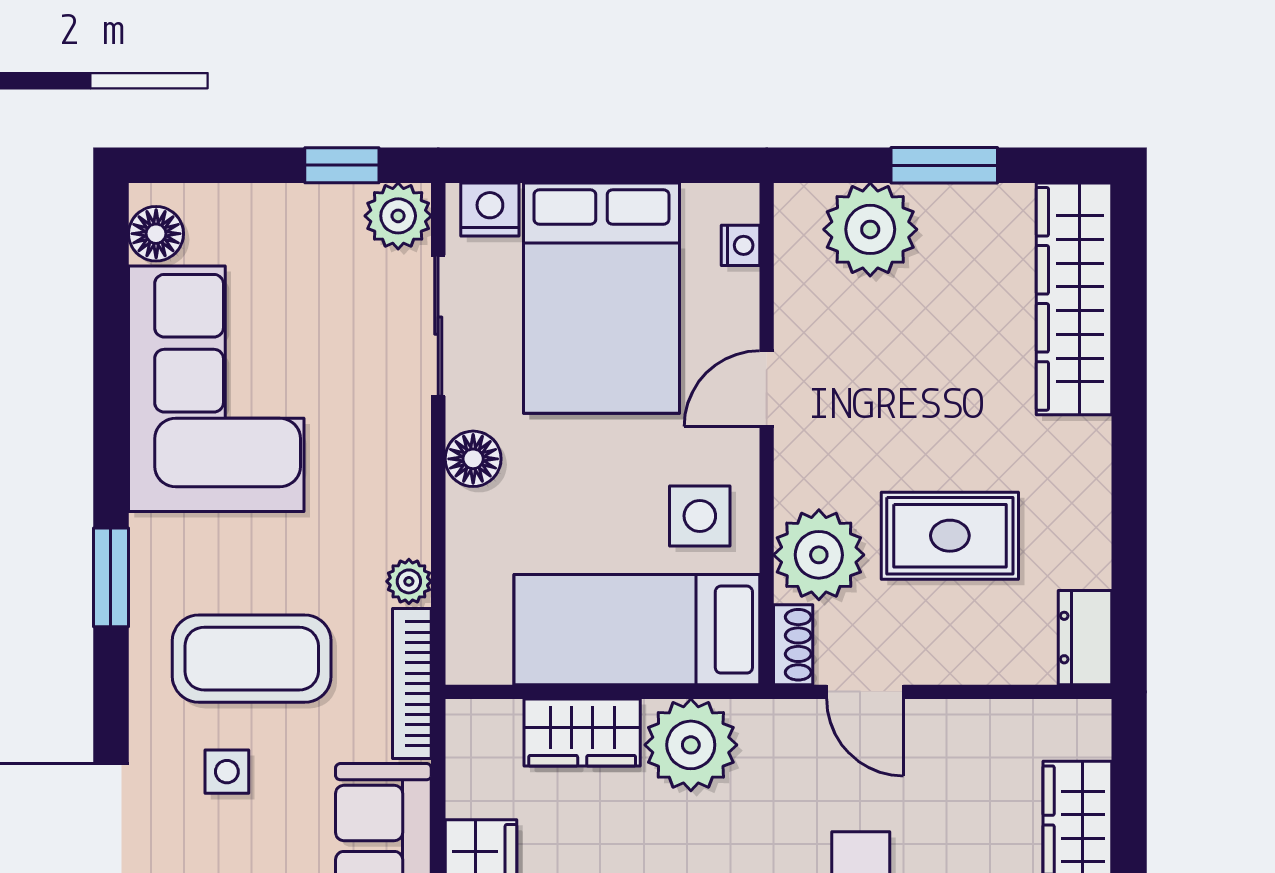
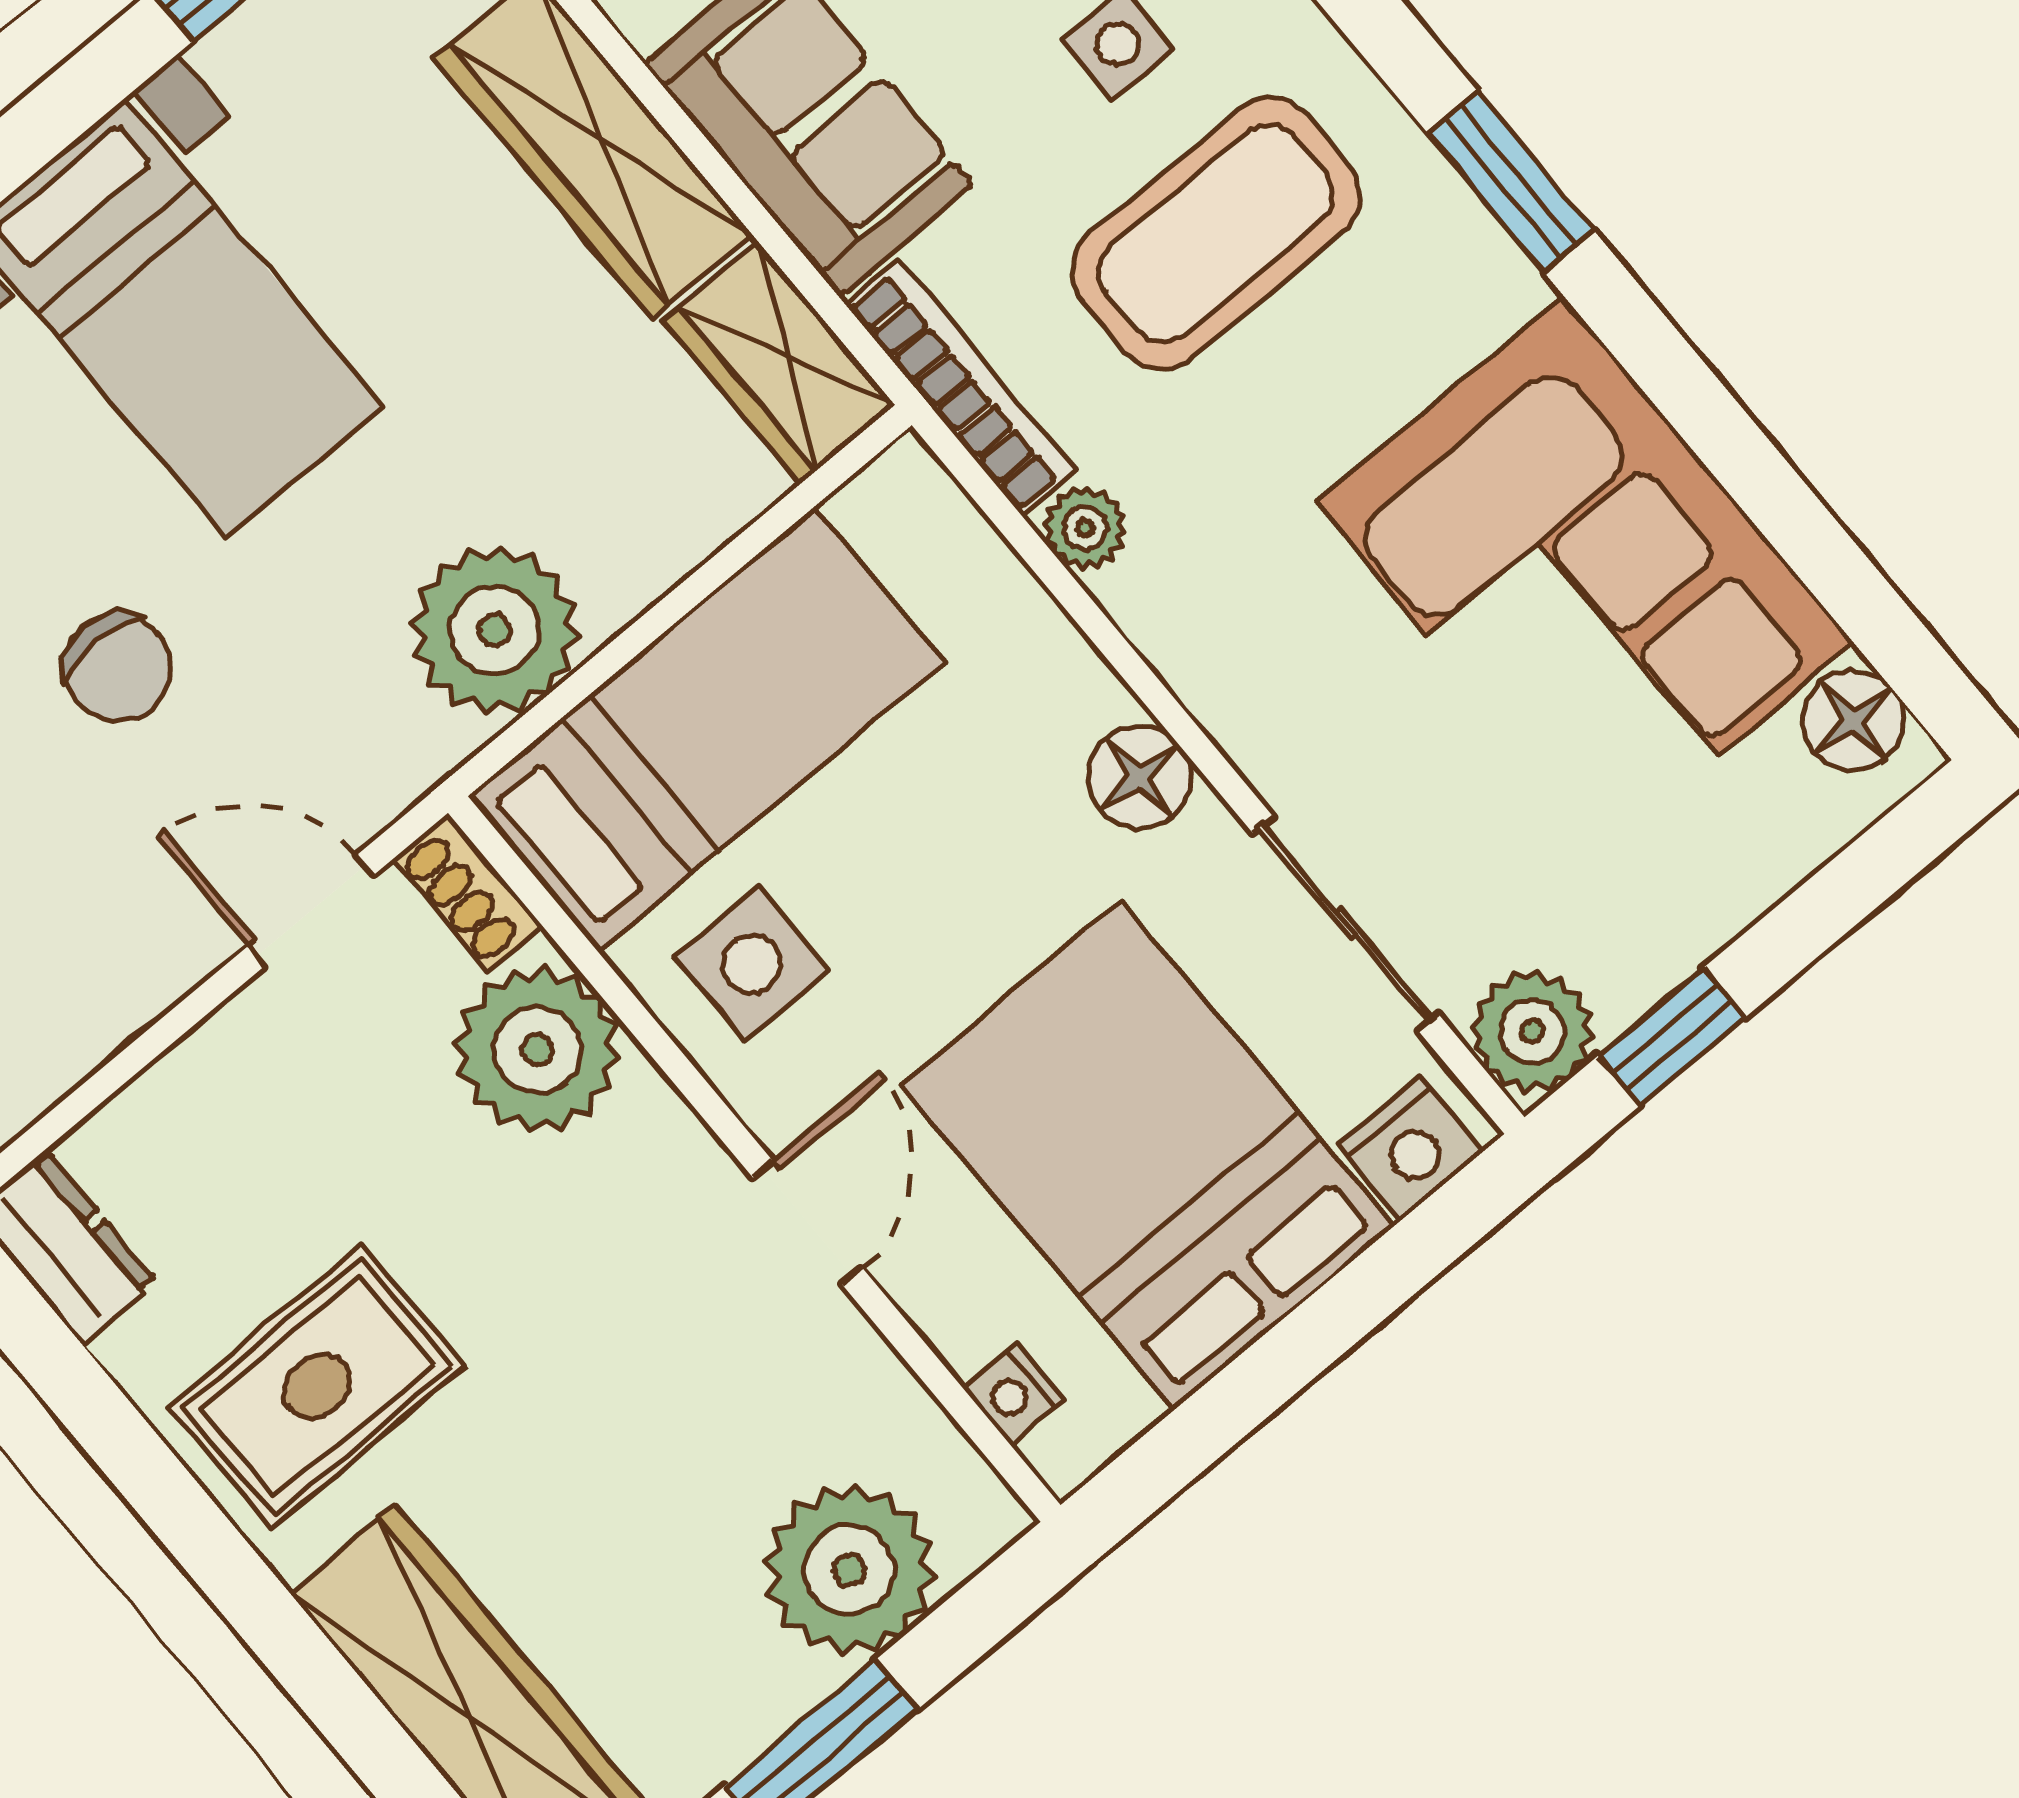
rug: (950, 536) -> (317, 1387), moved
wardrobe: (582, 733) -> (779, 363), moved, turned -90

